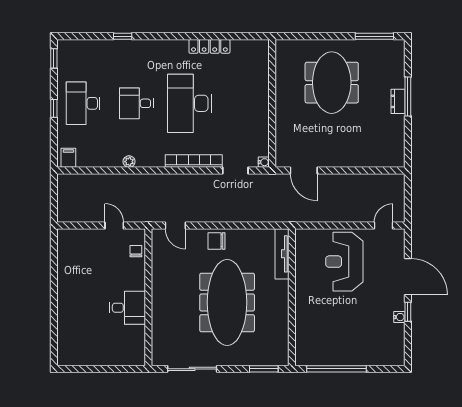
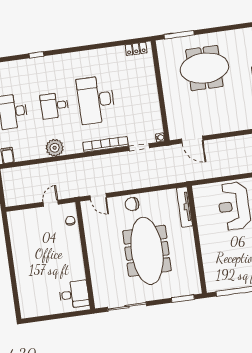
window: (374, 36) -> (179, 35), moved
locker: (209, 46) -> (136, 49), moved, width x0.66
meeting table: (332, 83) -> (204, 68), turned 90
plant: (129, 162) -> (55, 148), width x1.88, depth x1.88
door: (114, 225) -> (51, 203), hinge flipped
desk: (128, 308) -> (74, 294), moved

